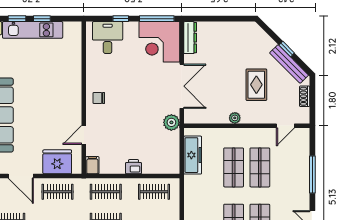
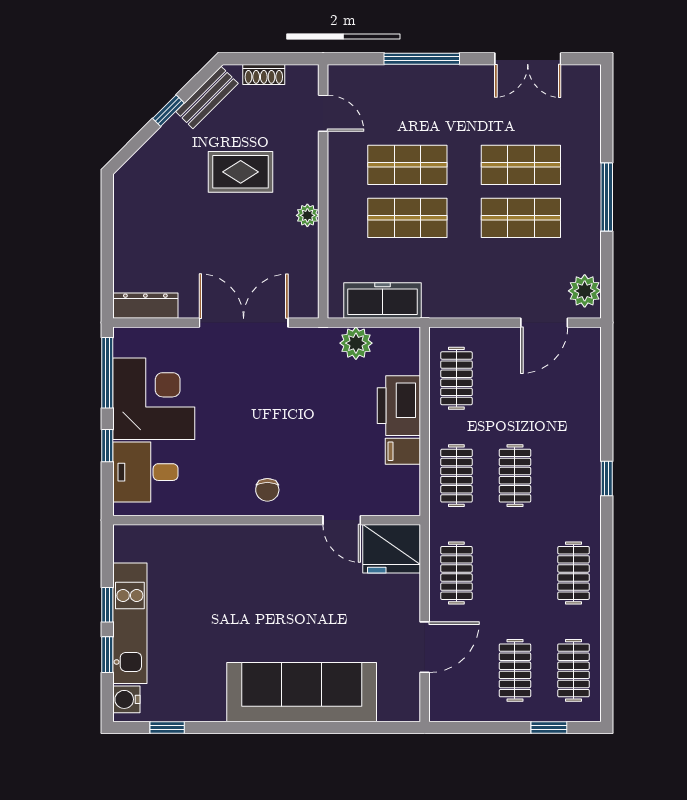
corner desk: (159, 42) -> (154, 399), moved, turned -90
bench: (289, 64) -> (207, 97), width x0.73
plant: (171, 122) -> (356, 343), moved
fridge: (57, 162) -> (392, 549), moved, turned -90
filing cabinet: (92, 165) -> (403, 451), moved
printer: (133, 167) -> (399, 406), width x1.87, depth x1.48

